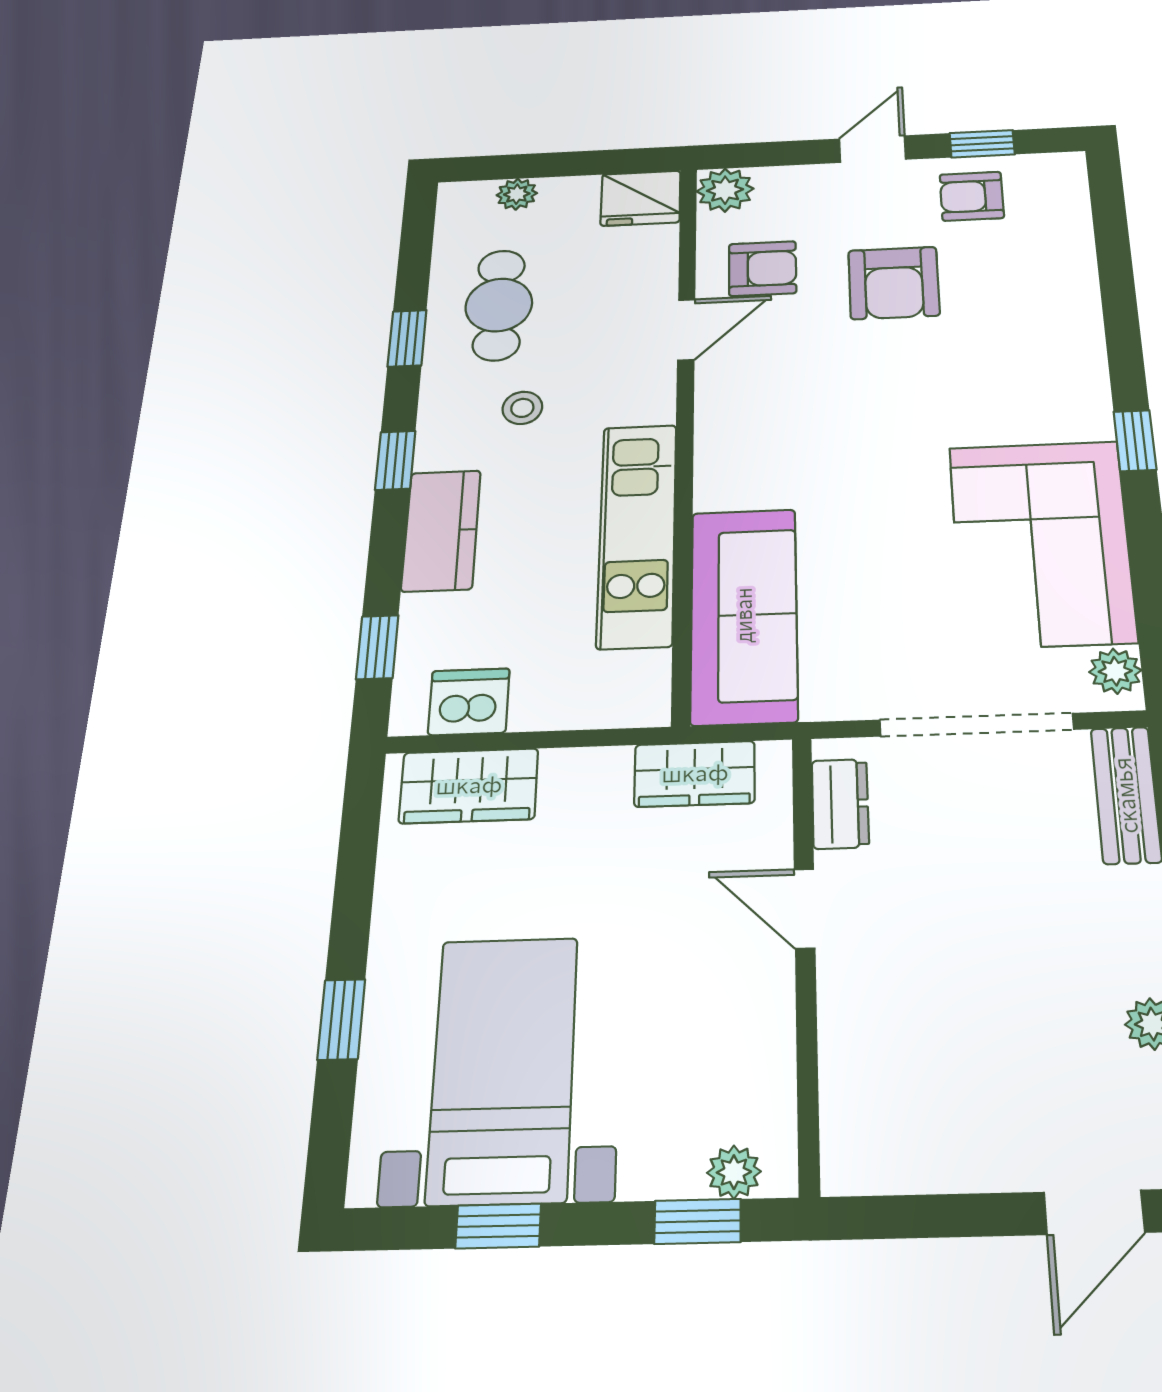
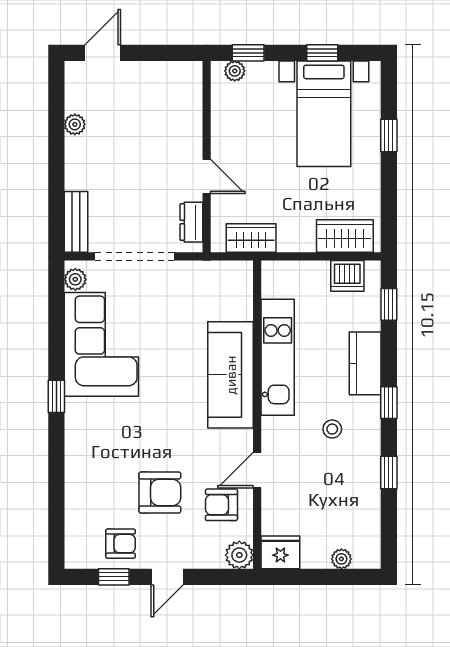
armchair: (894, 283) -> (160, 492), turned 90
cafe table: (499, 305) -> (346, 490), removed
sofa: (744, 615) -> (231, 375), moved

